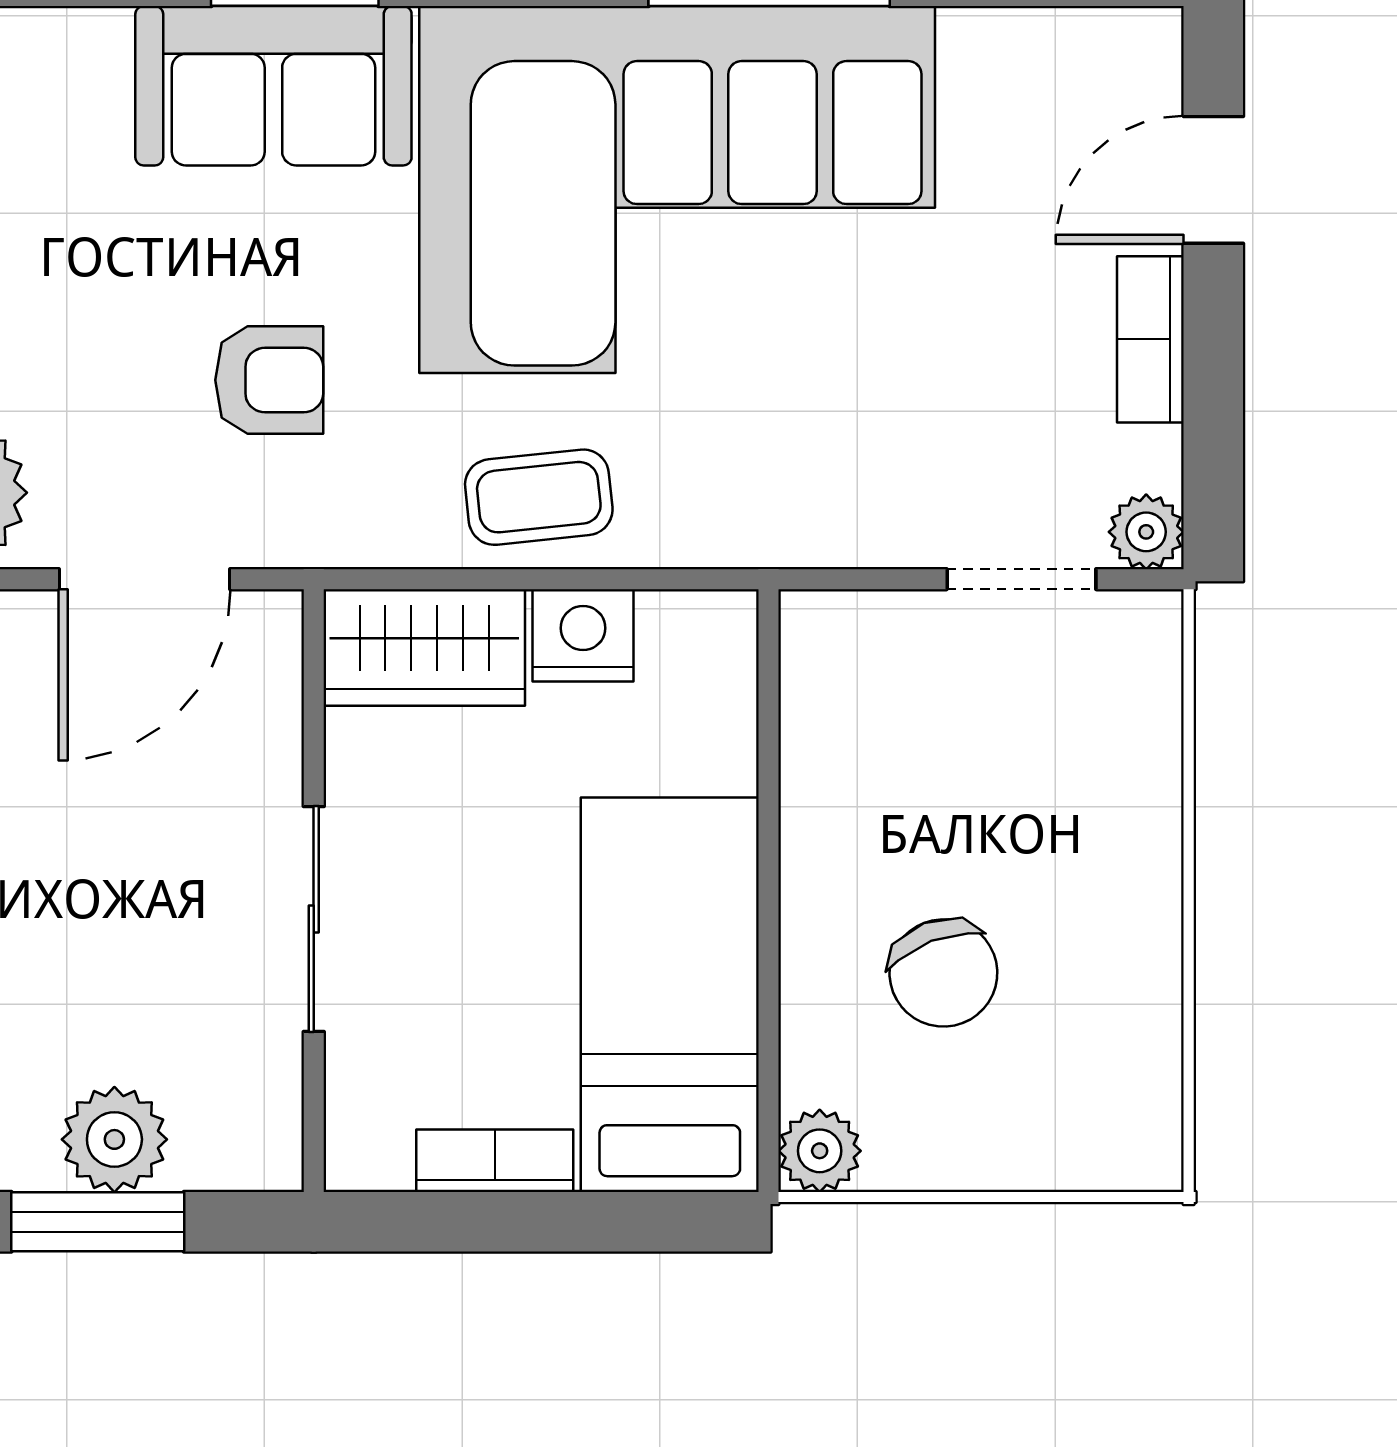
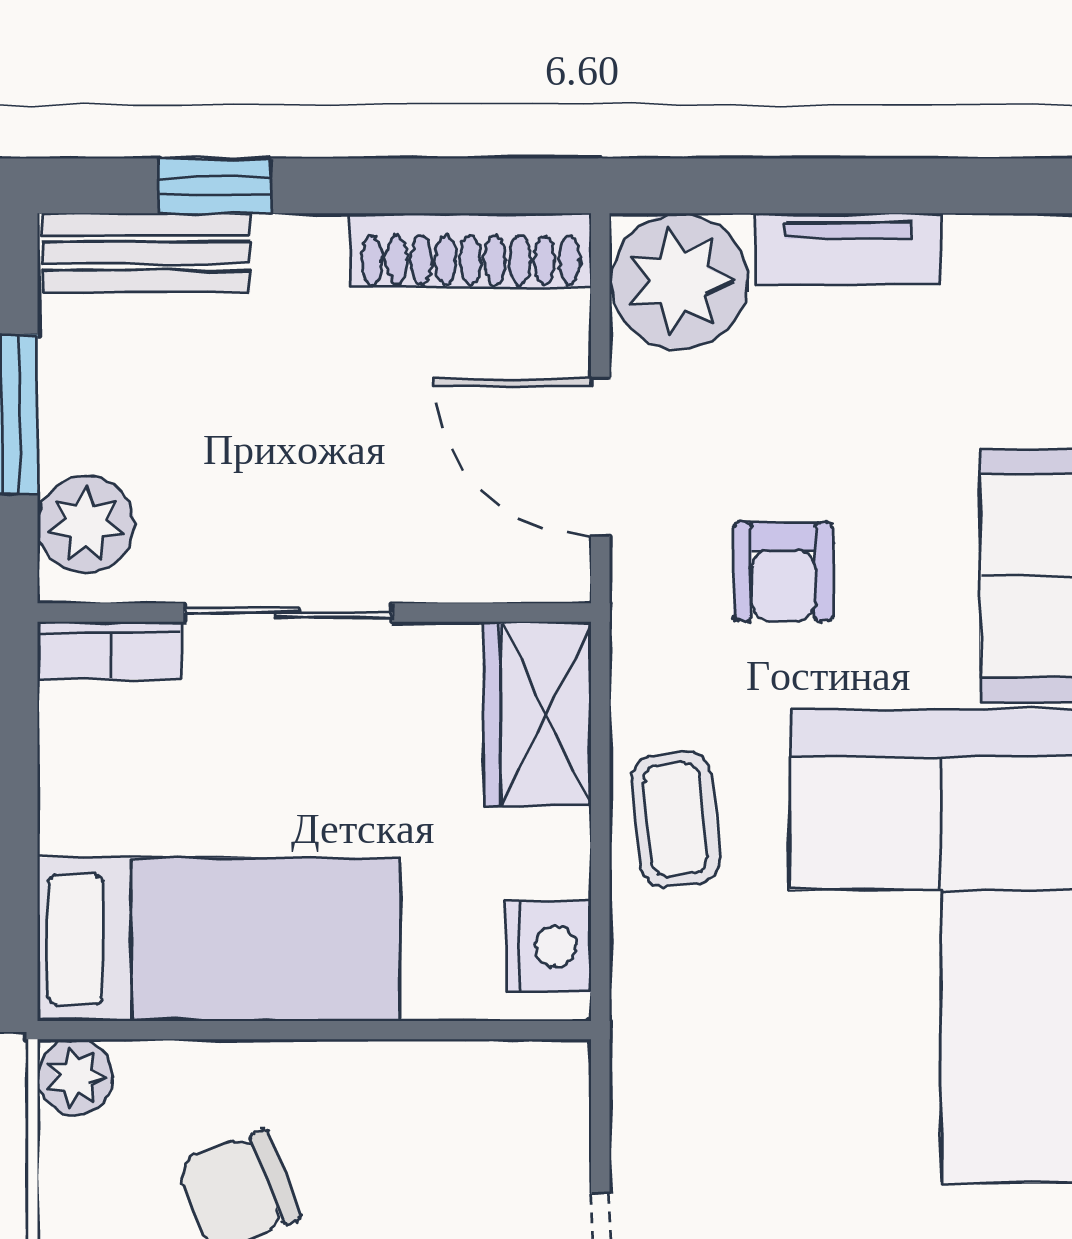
nightstand: (583, 635) -> (549, 946), moved
plant: (114, 1139) -> (86, 524), moved
bookcase: (495, 1161) -> (109, 650), moved, turned 90

